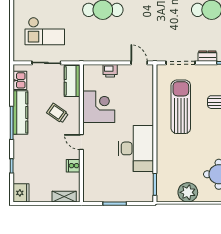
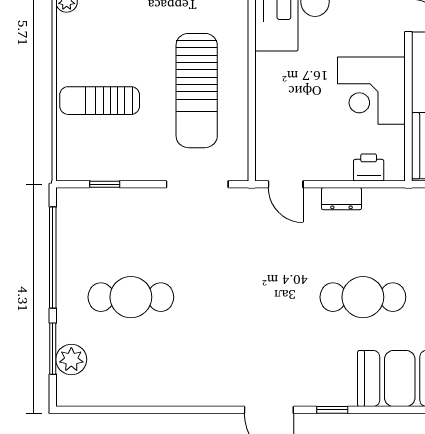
dresser: (207, 56) -> (341, 199), moved
printer: (110, 71) -> (369, 167), moved

